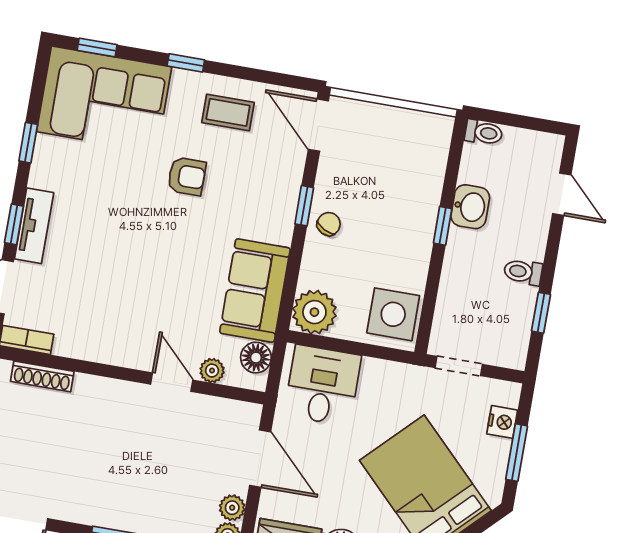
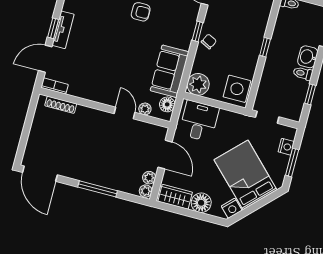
washbasin: (470, 207) -> (308, 57), moved, turned 180

